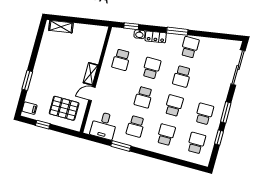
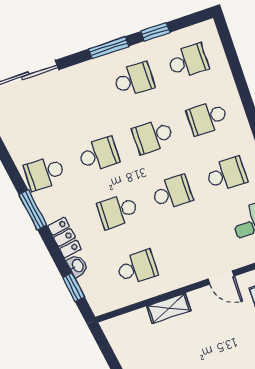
shelving: (91, 74) -> (169, 308), moved
school desk: (204, 114) -> (134, 80), turned 180
school desk: (196, 143) -> (188, 61), turned 180

